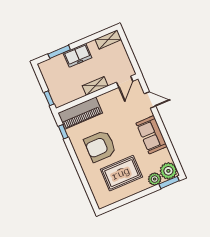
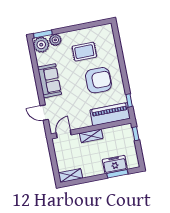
freezer: (77, 55) -> (115, 165), moved
rug: (121, 173) -> (84, 52), width x0.73, depth x0.70

